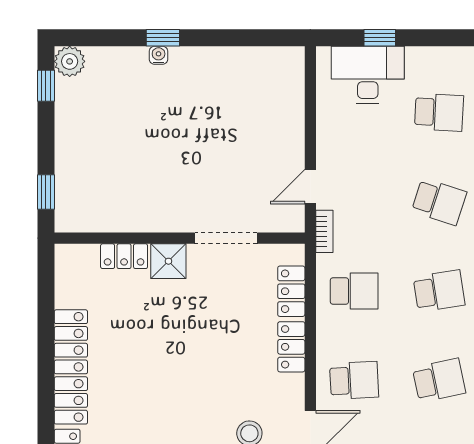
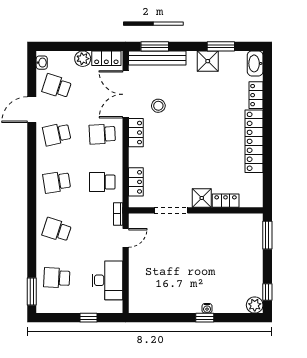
desk: (368, 75) -> (107, 280), moved, turned -90
window: (46, 192) -> (267, 235), width x1.50
locker: (291, 347) -> (136, 133), moved

